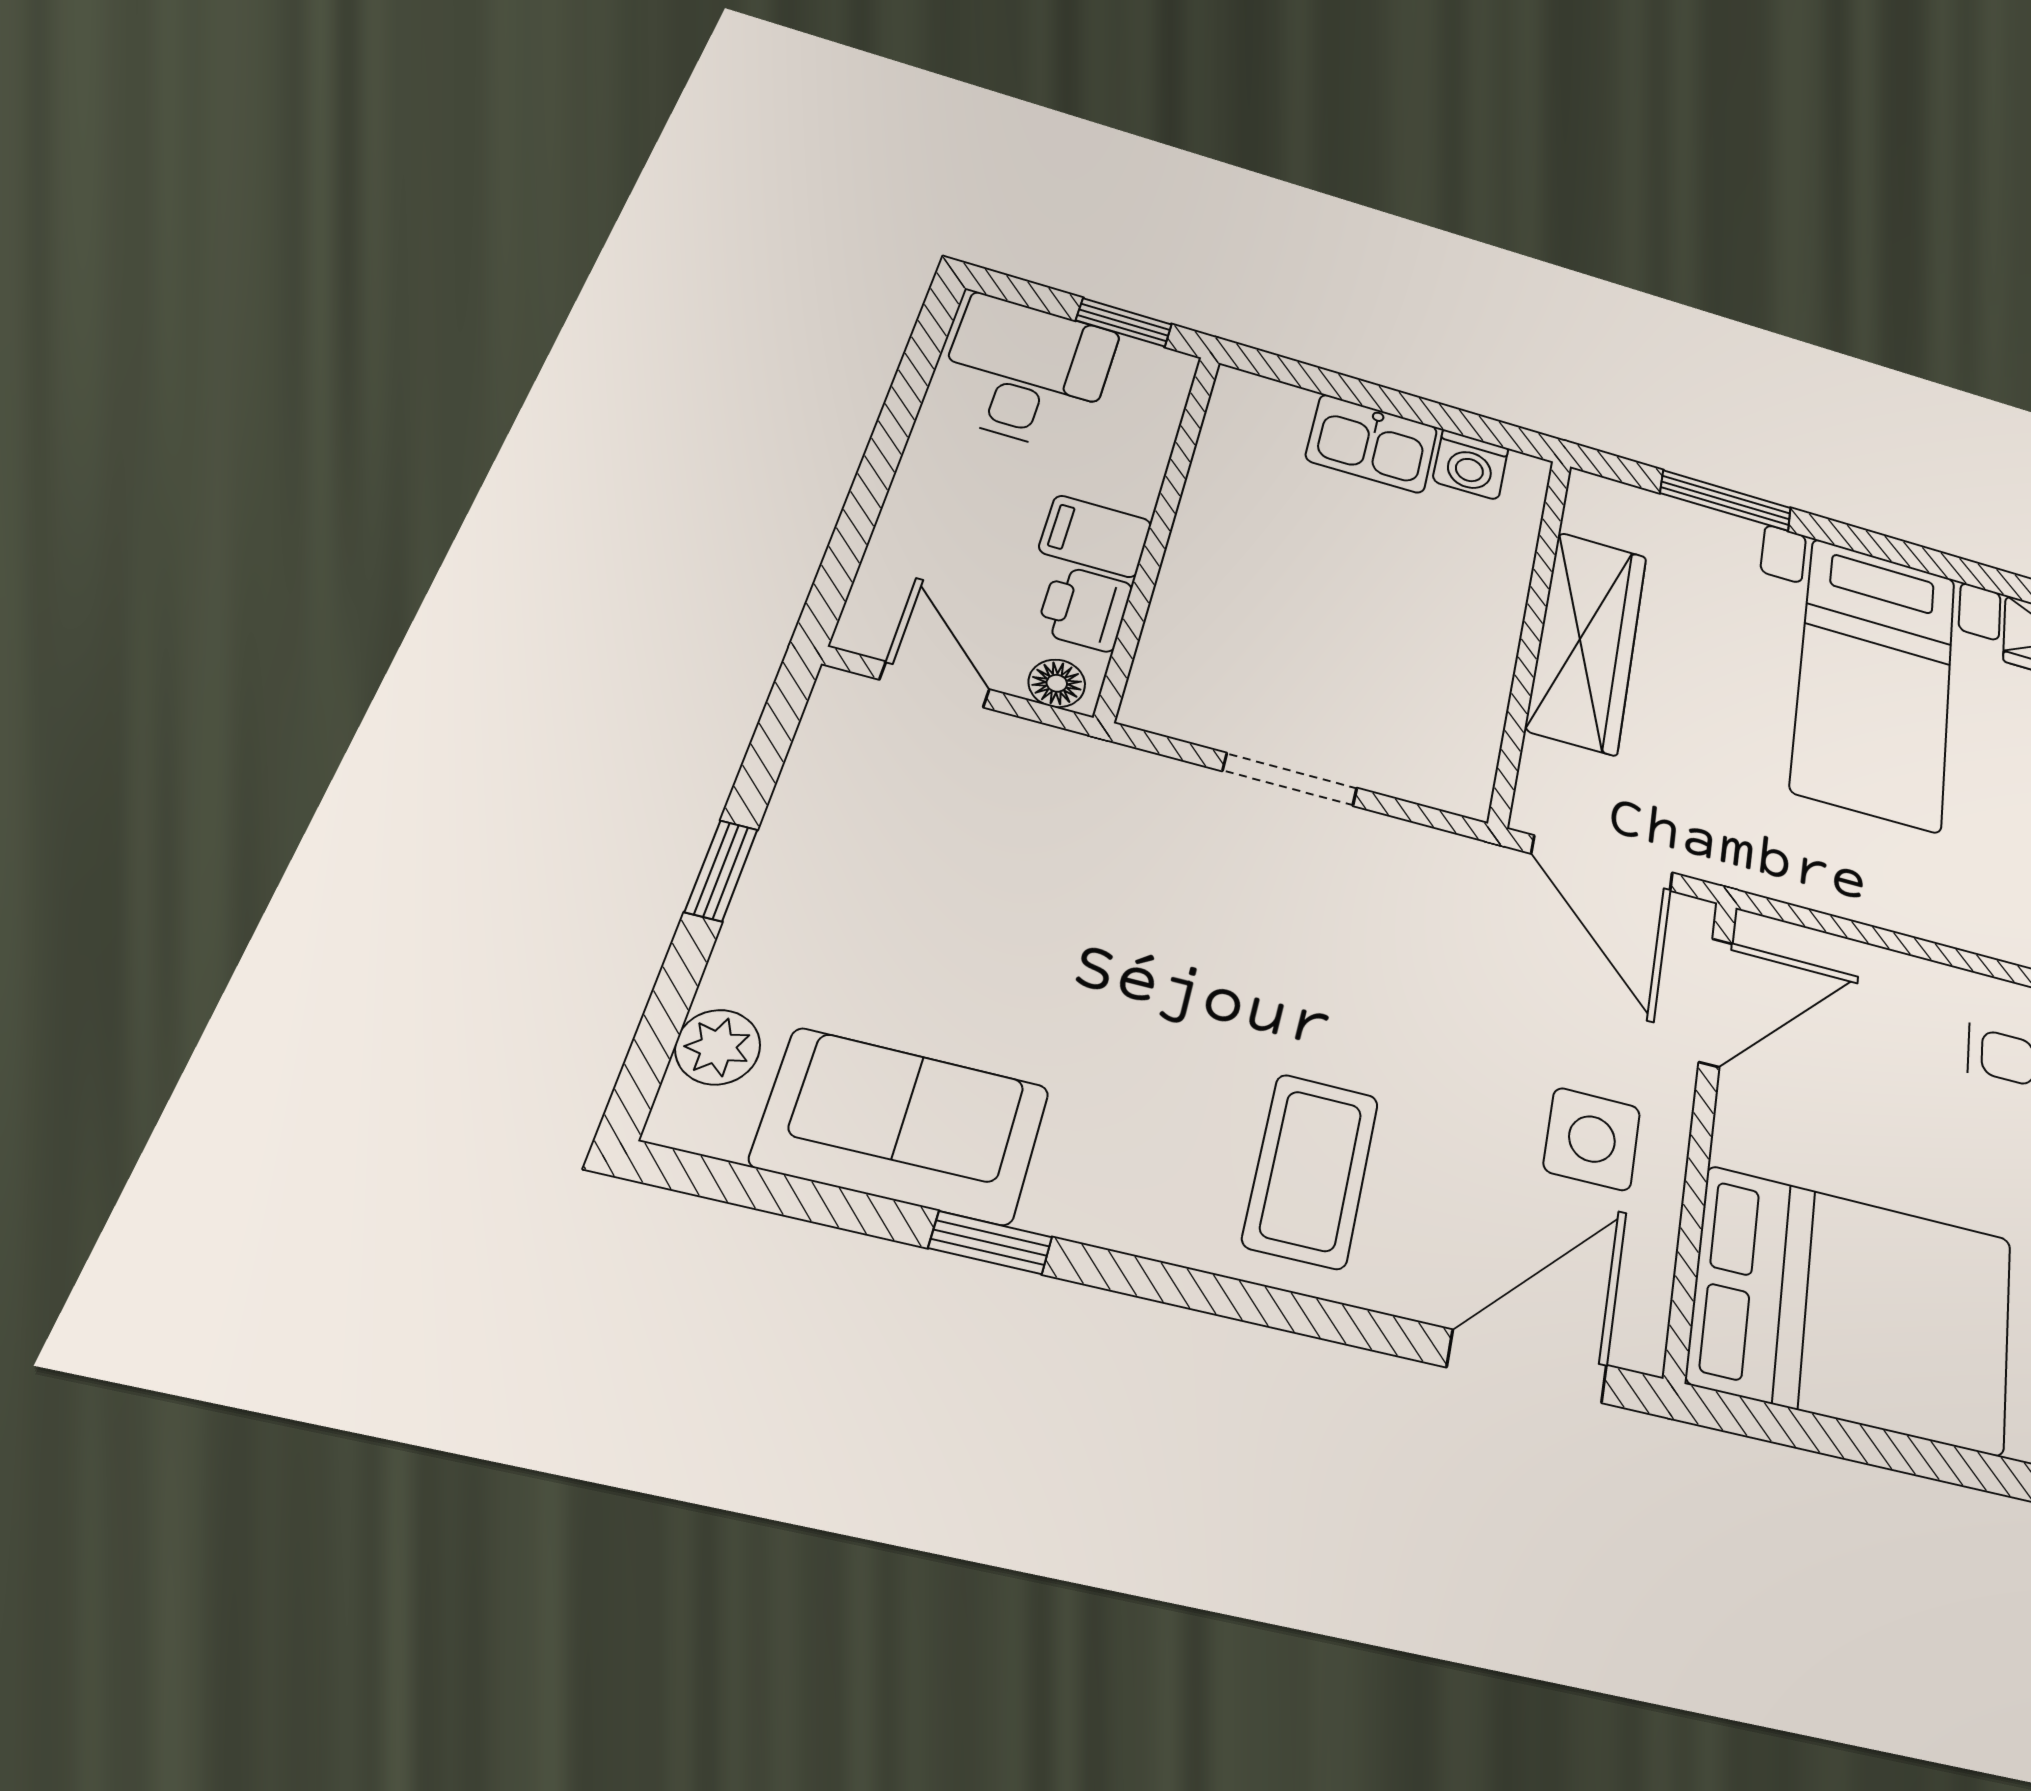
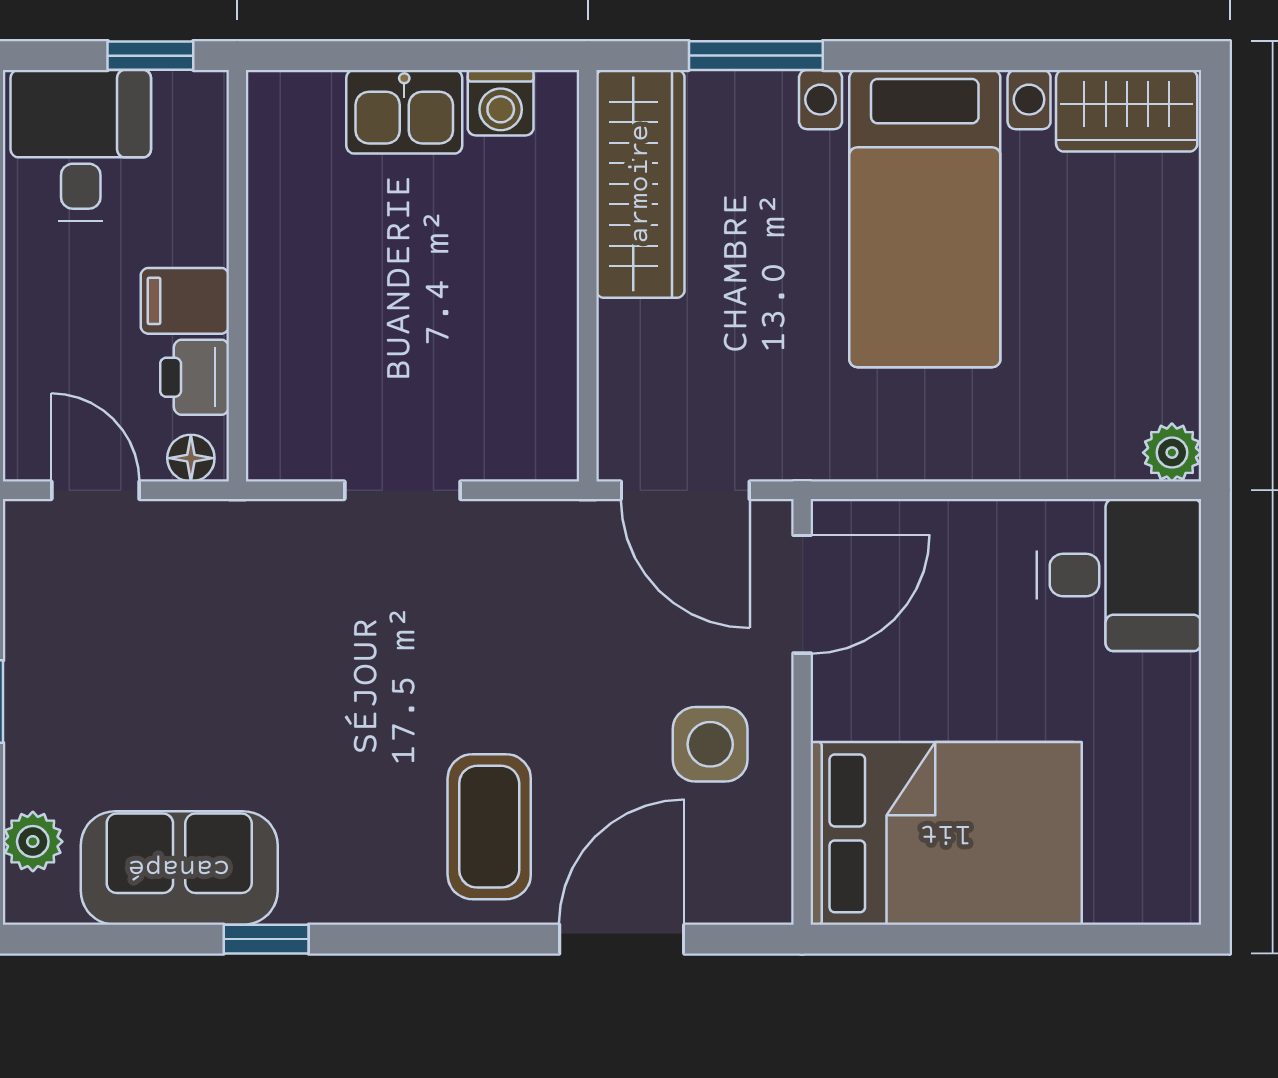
wardrobe: (1587, 641) -> (640, 184), moved
door: (1527, 1366) -> (622, 939), moved

